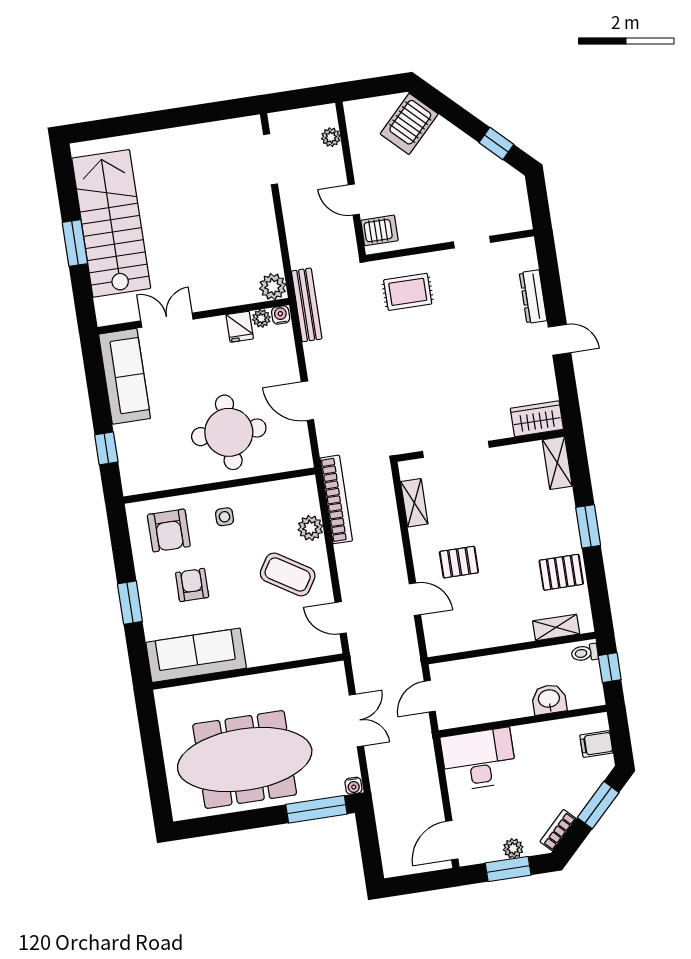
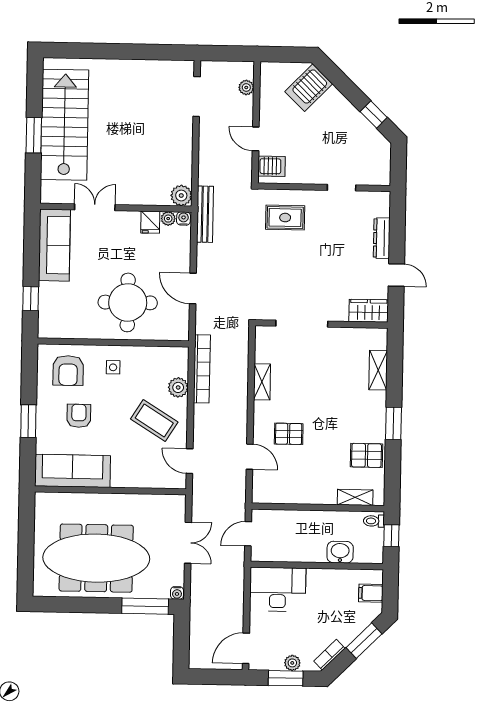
wardrobe: (537, 419) -> (369, 311), moved
wall: (481, 446) -> (321, 324), moved
doorway: (456, 449) -> (302, 324), moved

